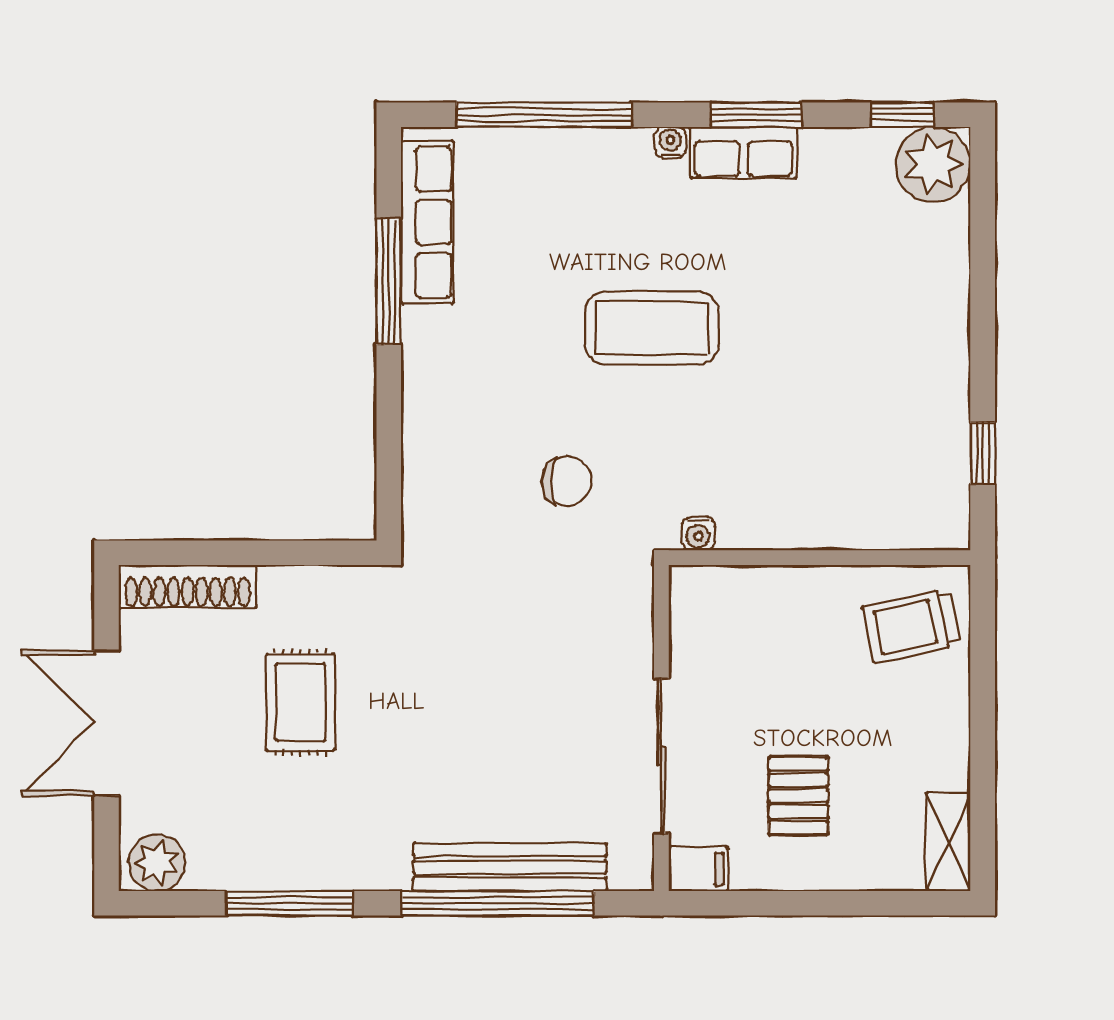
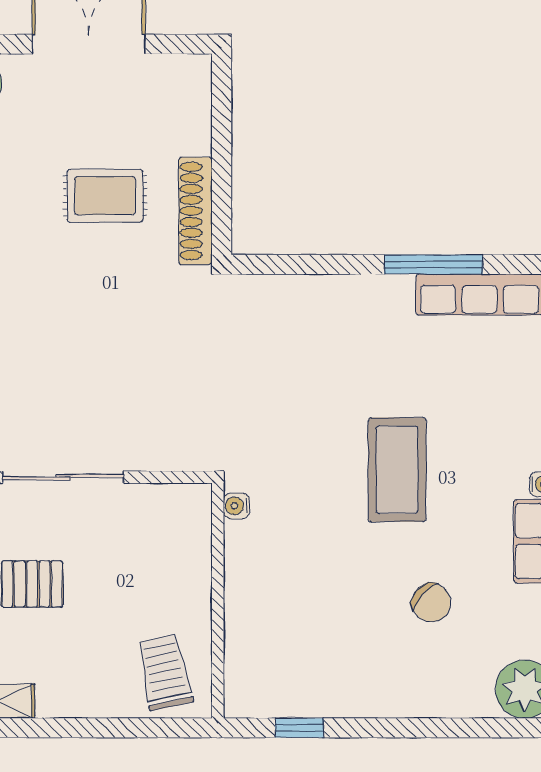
chair: (567, 481) -> (431, 603), moved, turned -49
shoe rack: (188, 586) -> (195, 211), moved

